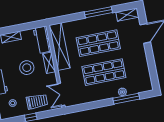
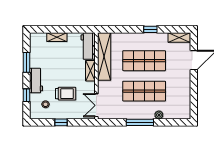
window: (98, 12) -> (150, 29), width x0.46
stool: (27, 68) -> (67, 71), removed
window: (126, 99) -> (140, 122), moved
trolley: (37, 101) -> (66, 94), moved

